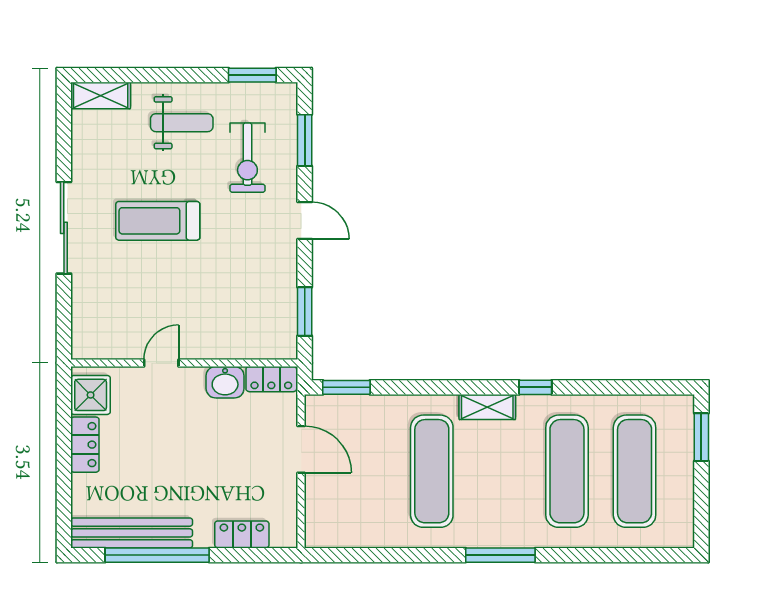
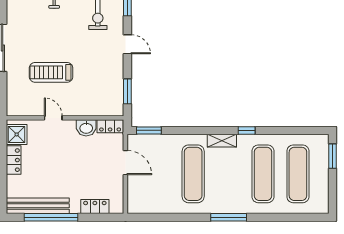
treadmill: (158, 221) -> (51, 72), moved
door: (161, 363) -> (53, 118), hinge flipped

